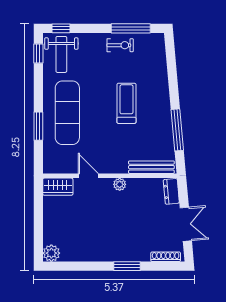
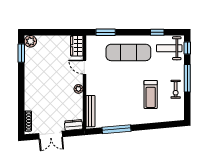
window: (131, 28) -> (187, 78), moved
window: (38, 53) -> (157, 32), moved
treadmill: (126, 103) -> (151, 95), moved, turned 90
window: (38, 126) -> (106, 32), moved
door: (88, 176) -> (84, 67), swing flipped
window: (127, 266) -> (21, 53), moved

